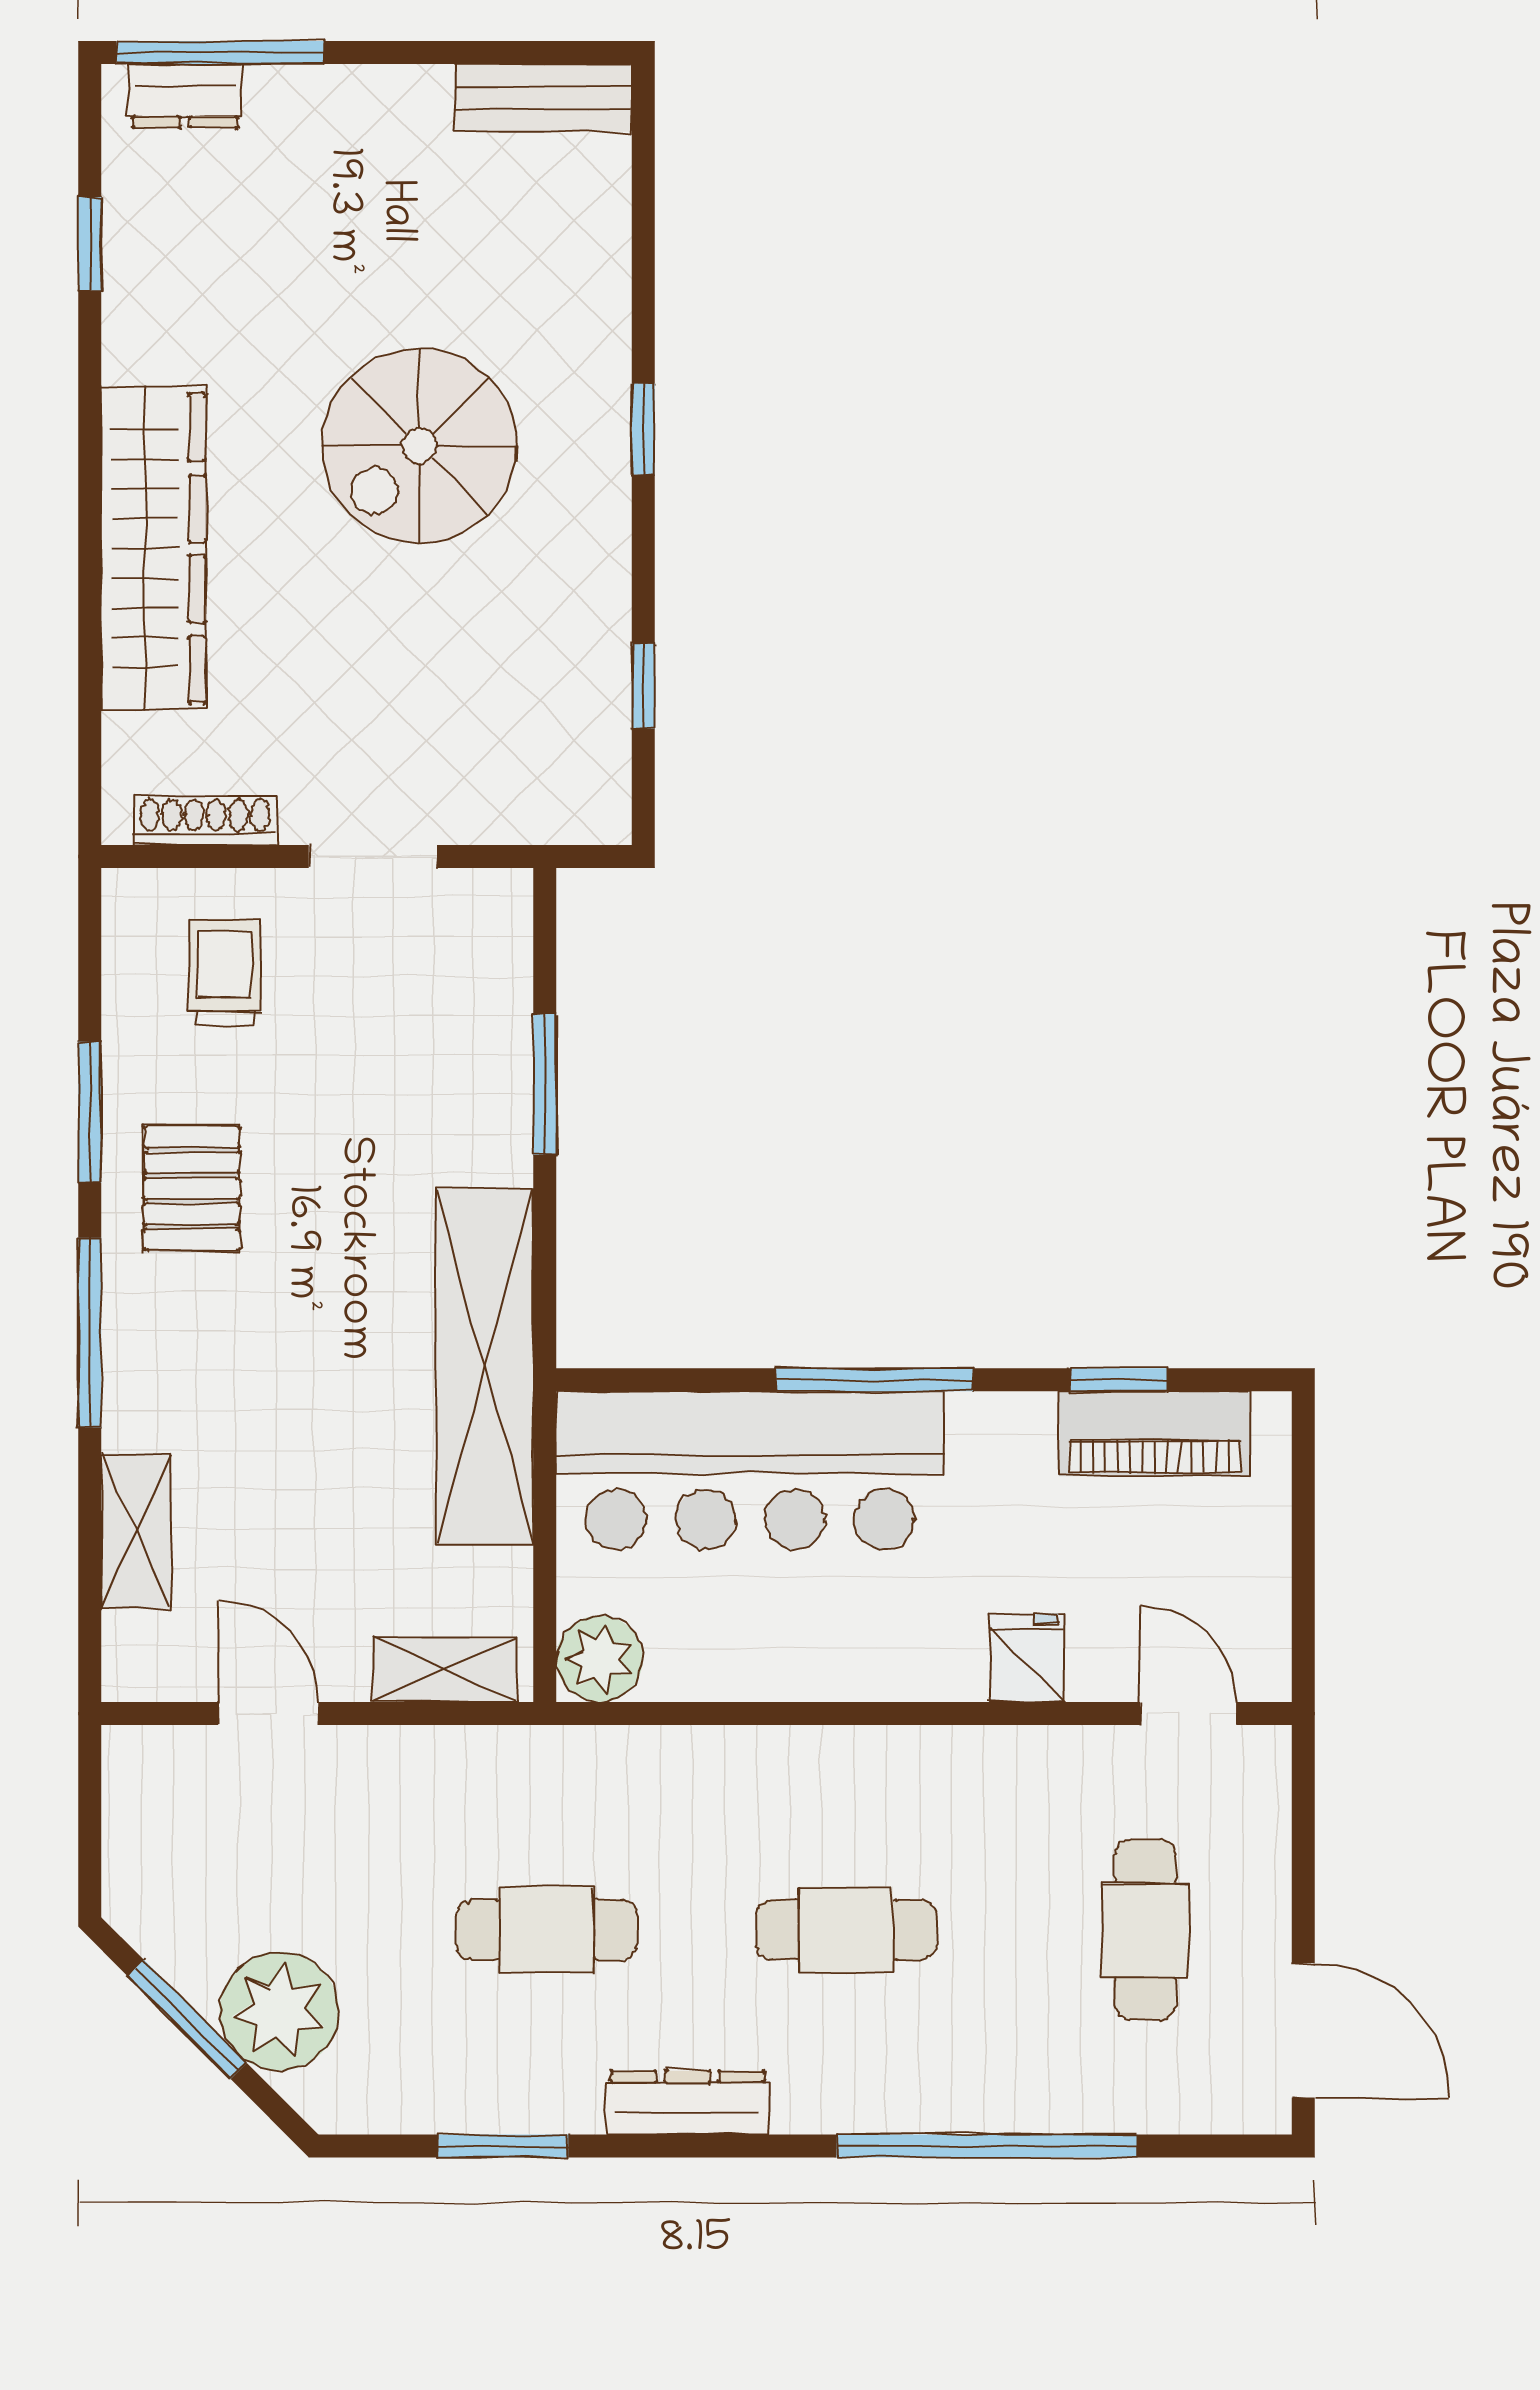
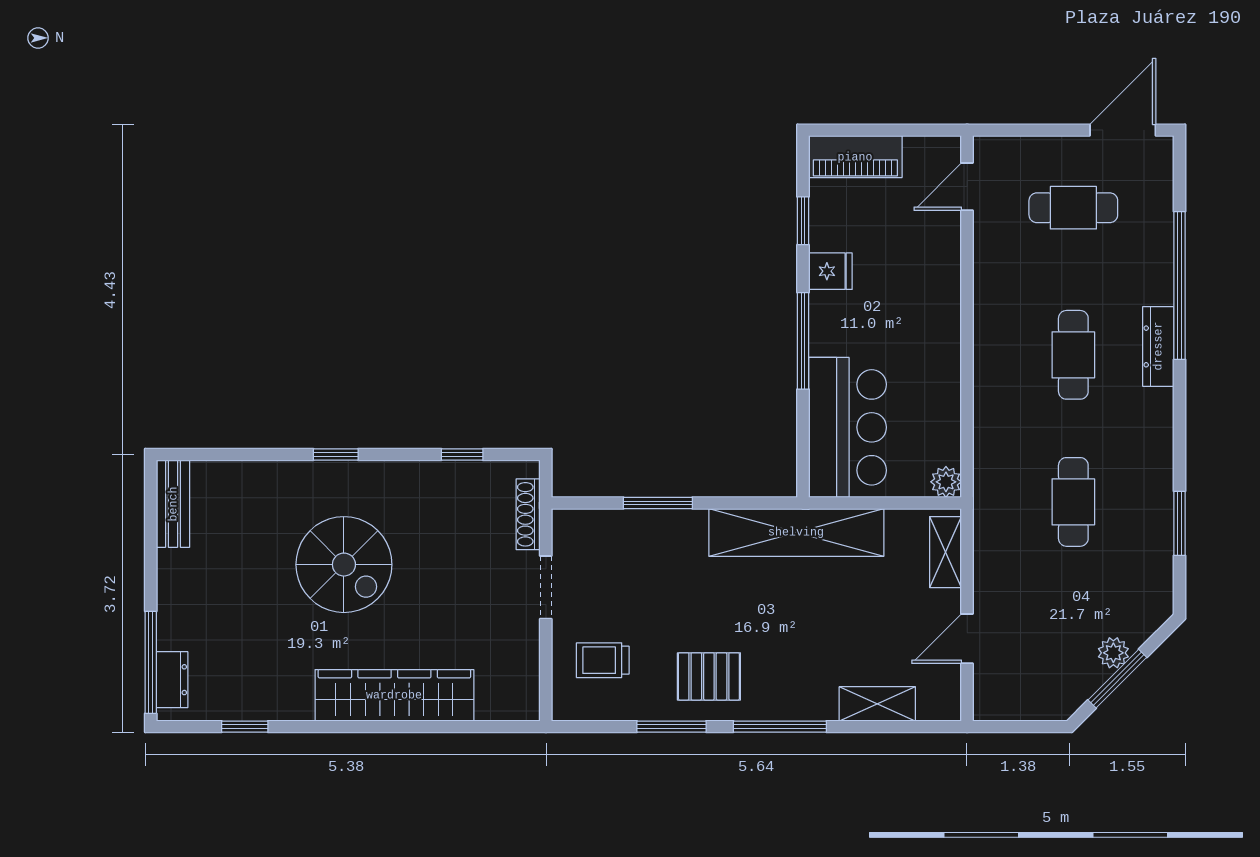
shoe rack: (205, 821) -> (528, 514), moved
piano: (1155, 1434) -> (855, 157), moved, turned 90
bar counter: (750, 1470) -> (848, 427), width x0.73
fridge: (1027, 1658) -> (830, 271), moved, turned 180
plant: (599, 1659) -> (946, 482), width x0.73, depth x0.73
plant: (279, 2011) -> (1113, 653), width x0.53, depth x0.53
dresser: (687, 2103) -> (1158, 346), moved

